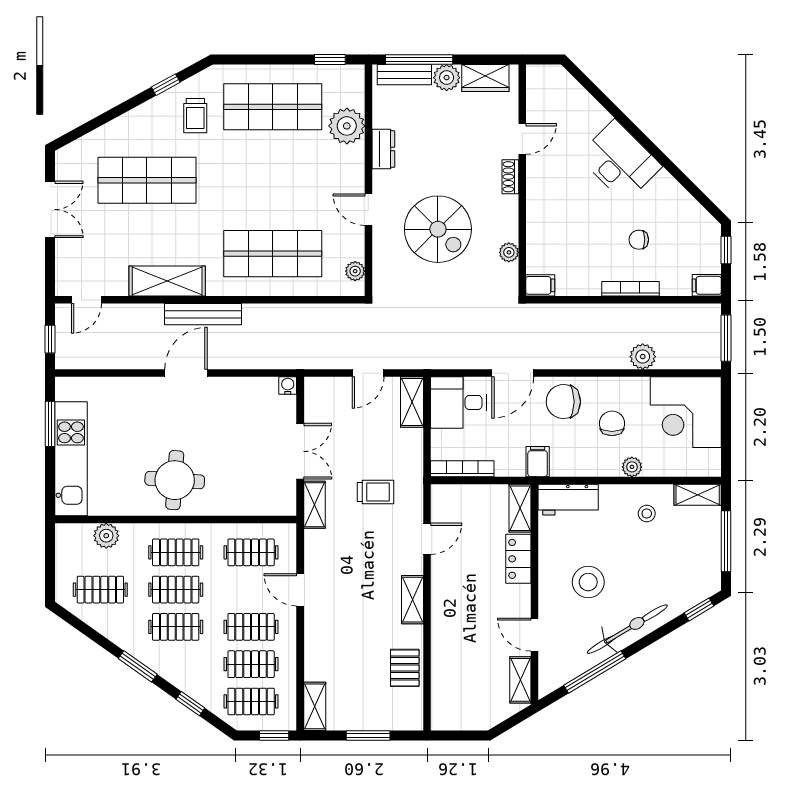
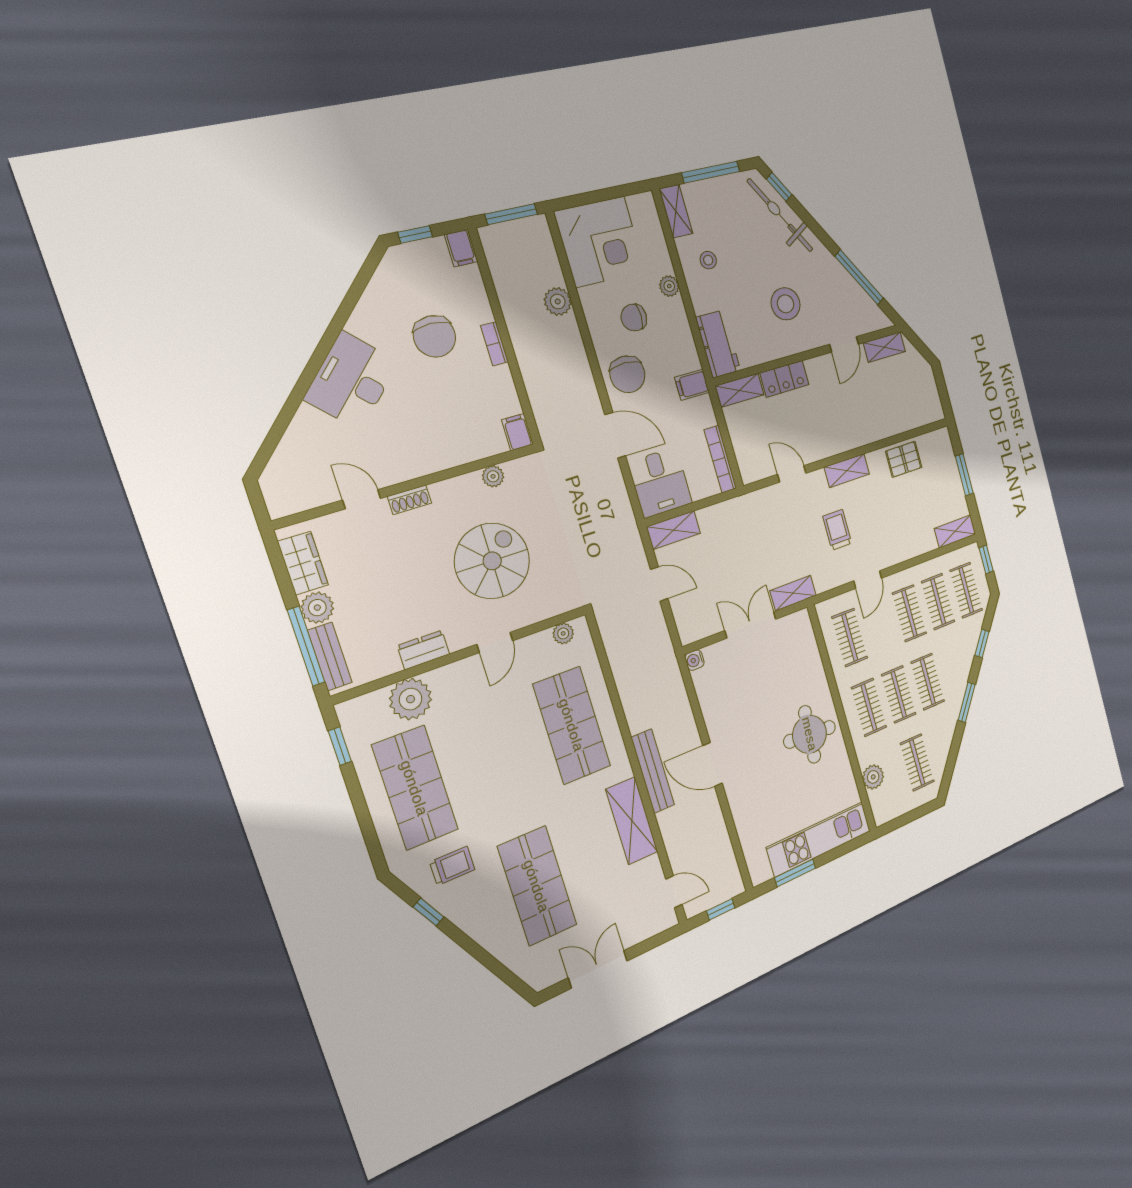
chair: (639, 240) -> (435, 336), width x1.87, depth x1.87
bookcase: (630, 289) -> (494, 344), width x0.64
trolley: (375, 492) -> (837, 530), moved
bicycle: (627, 629) -> (780, 215), moved

